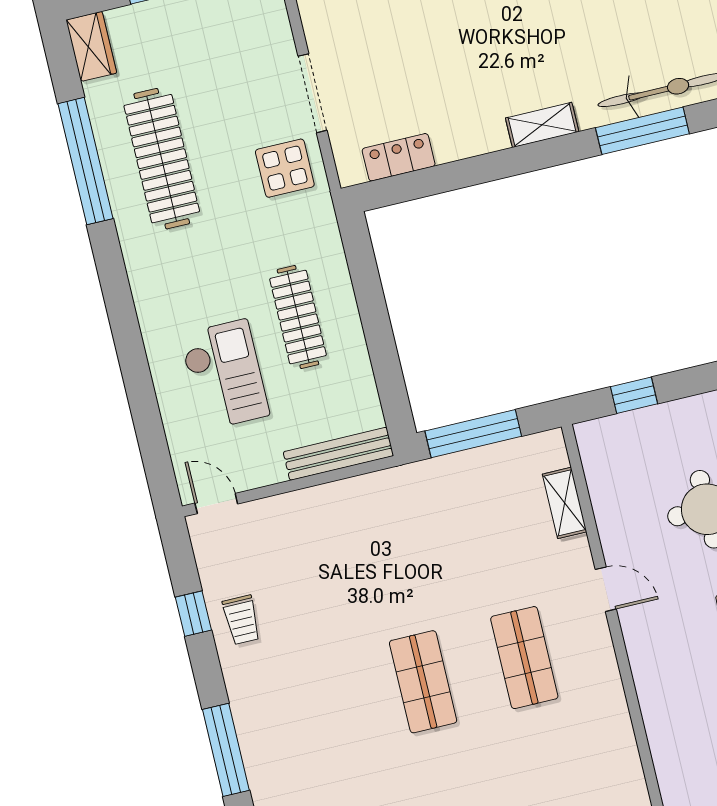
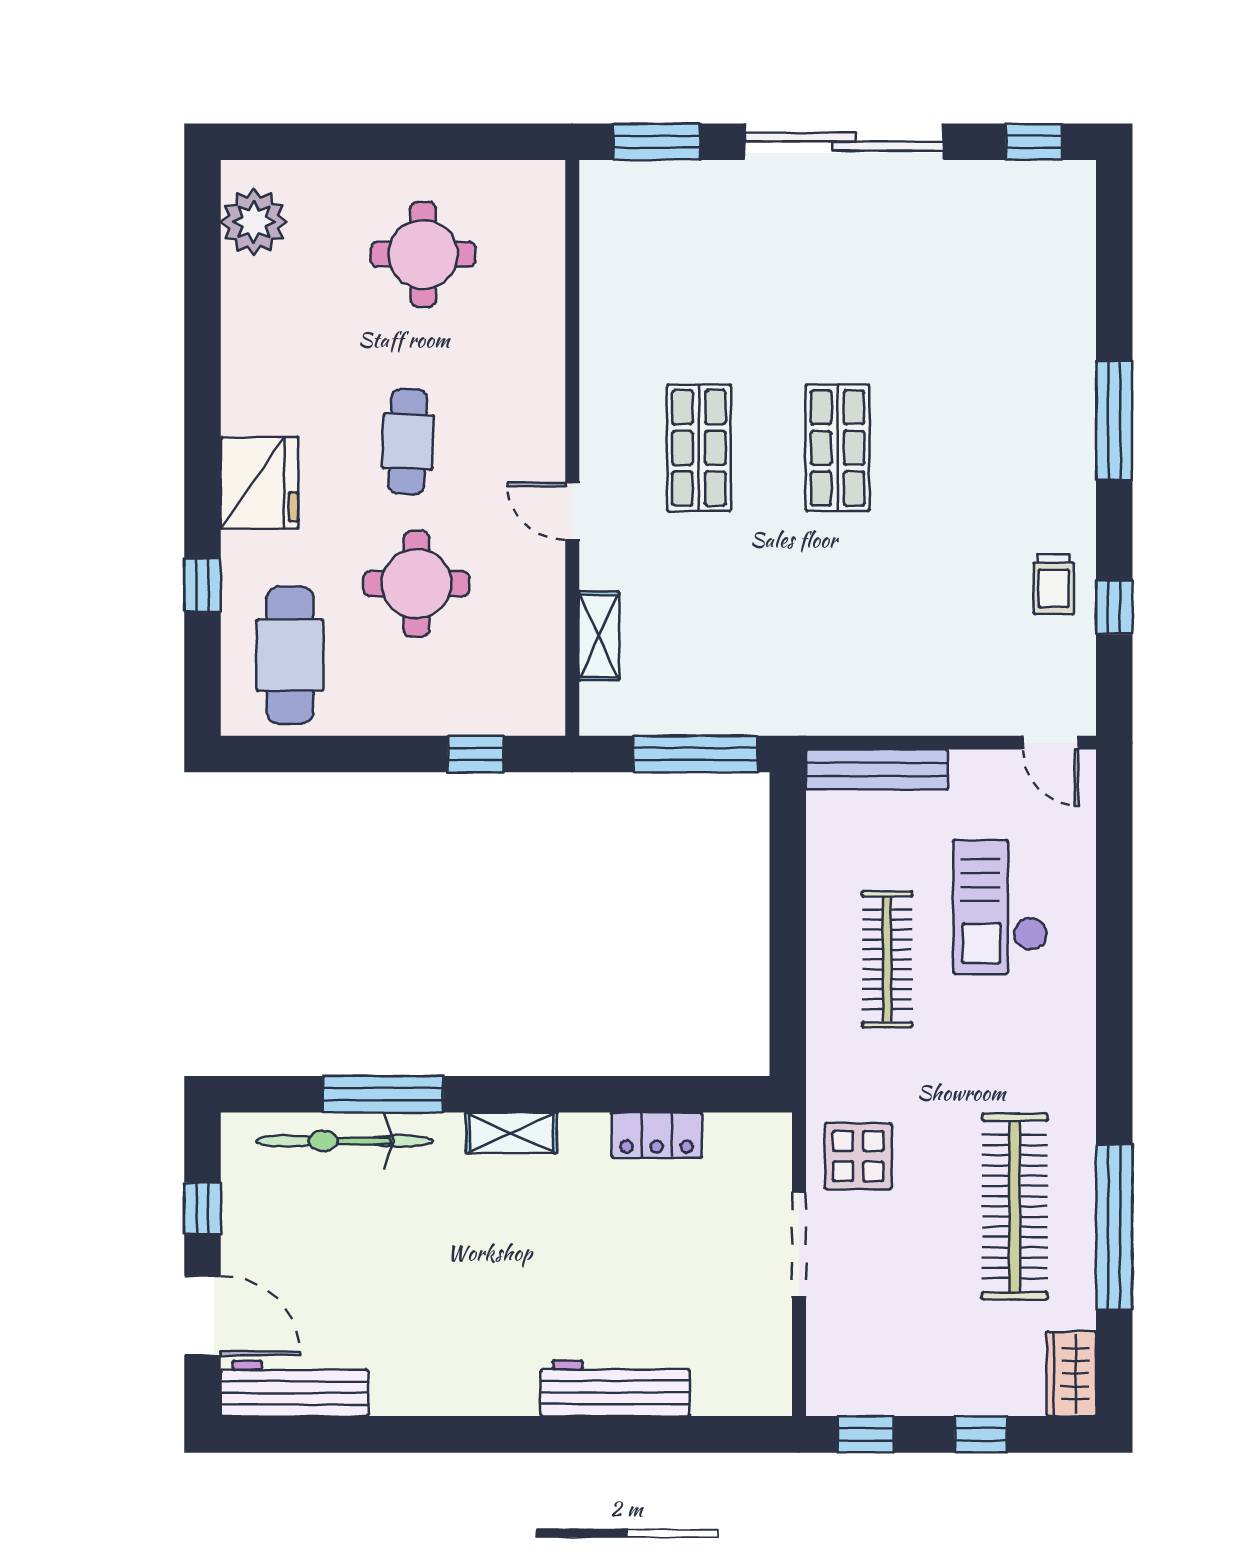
locker: (399, 157) -> (657, 1135), moved
trolley: (242, 620) -> (1054, 584), turned 180

